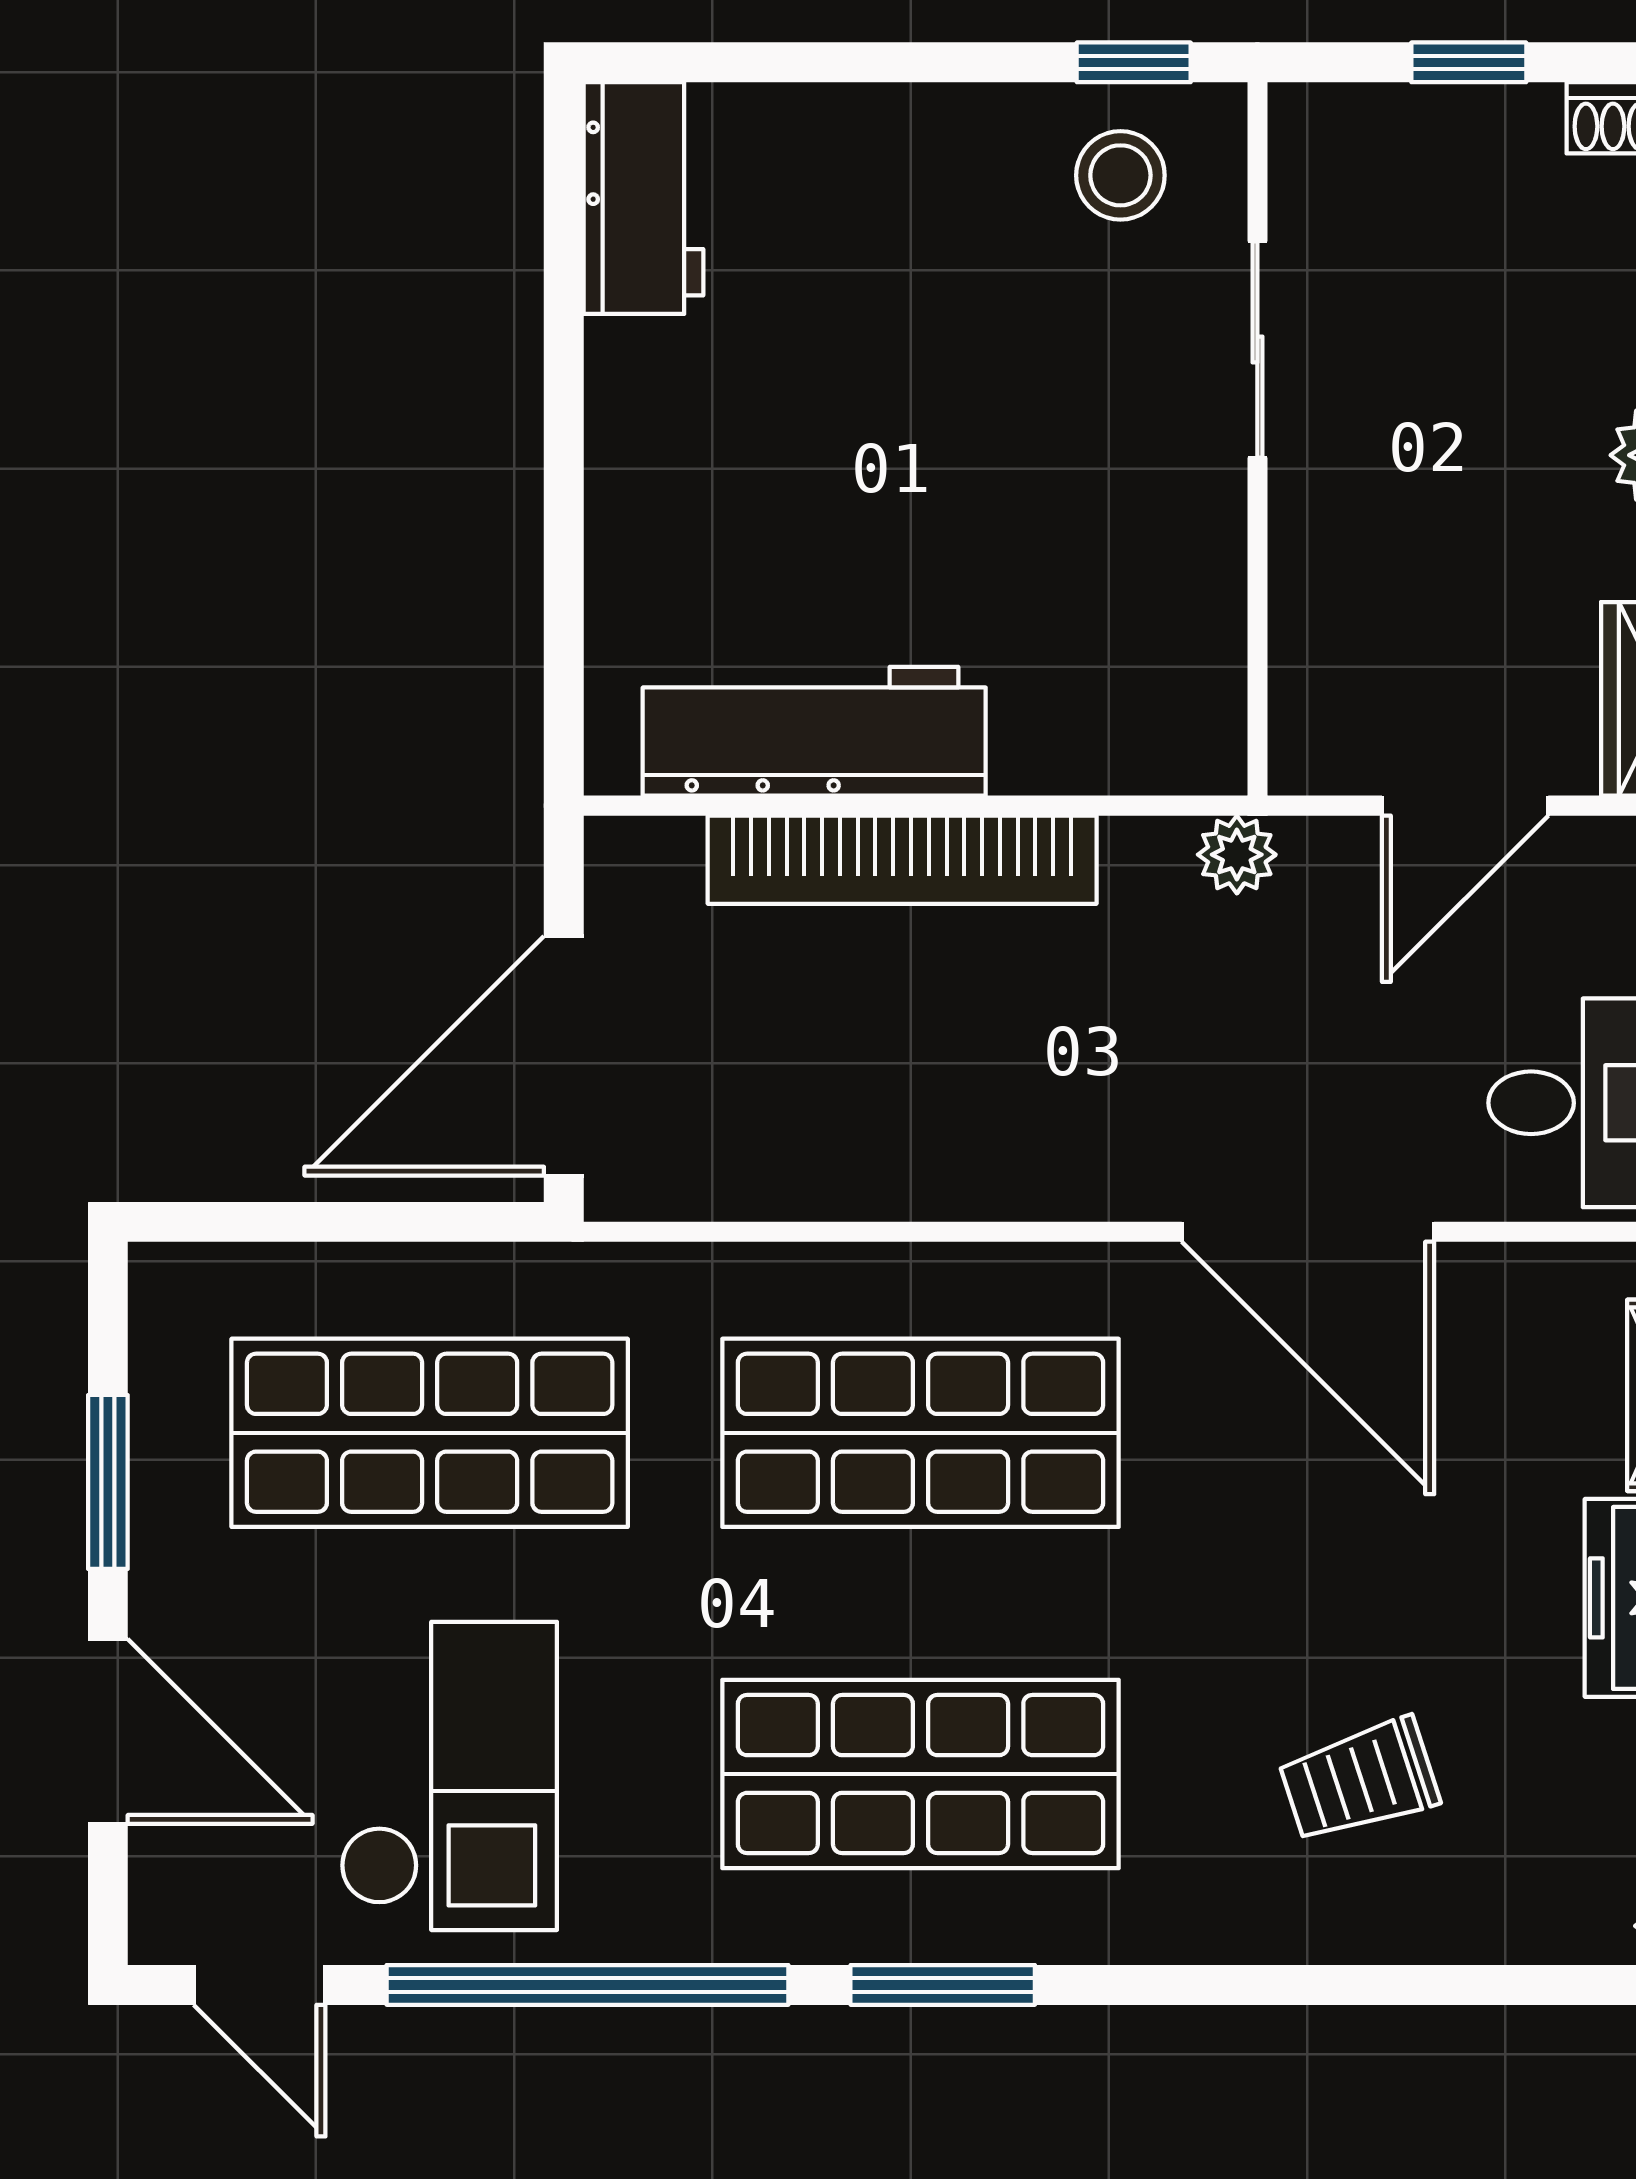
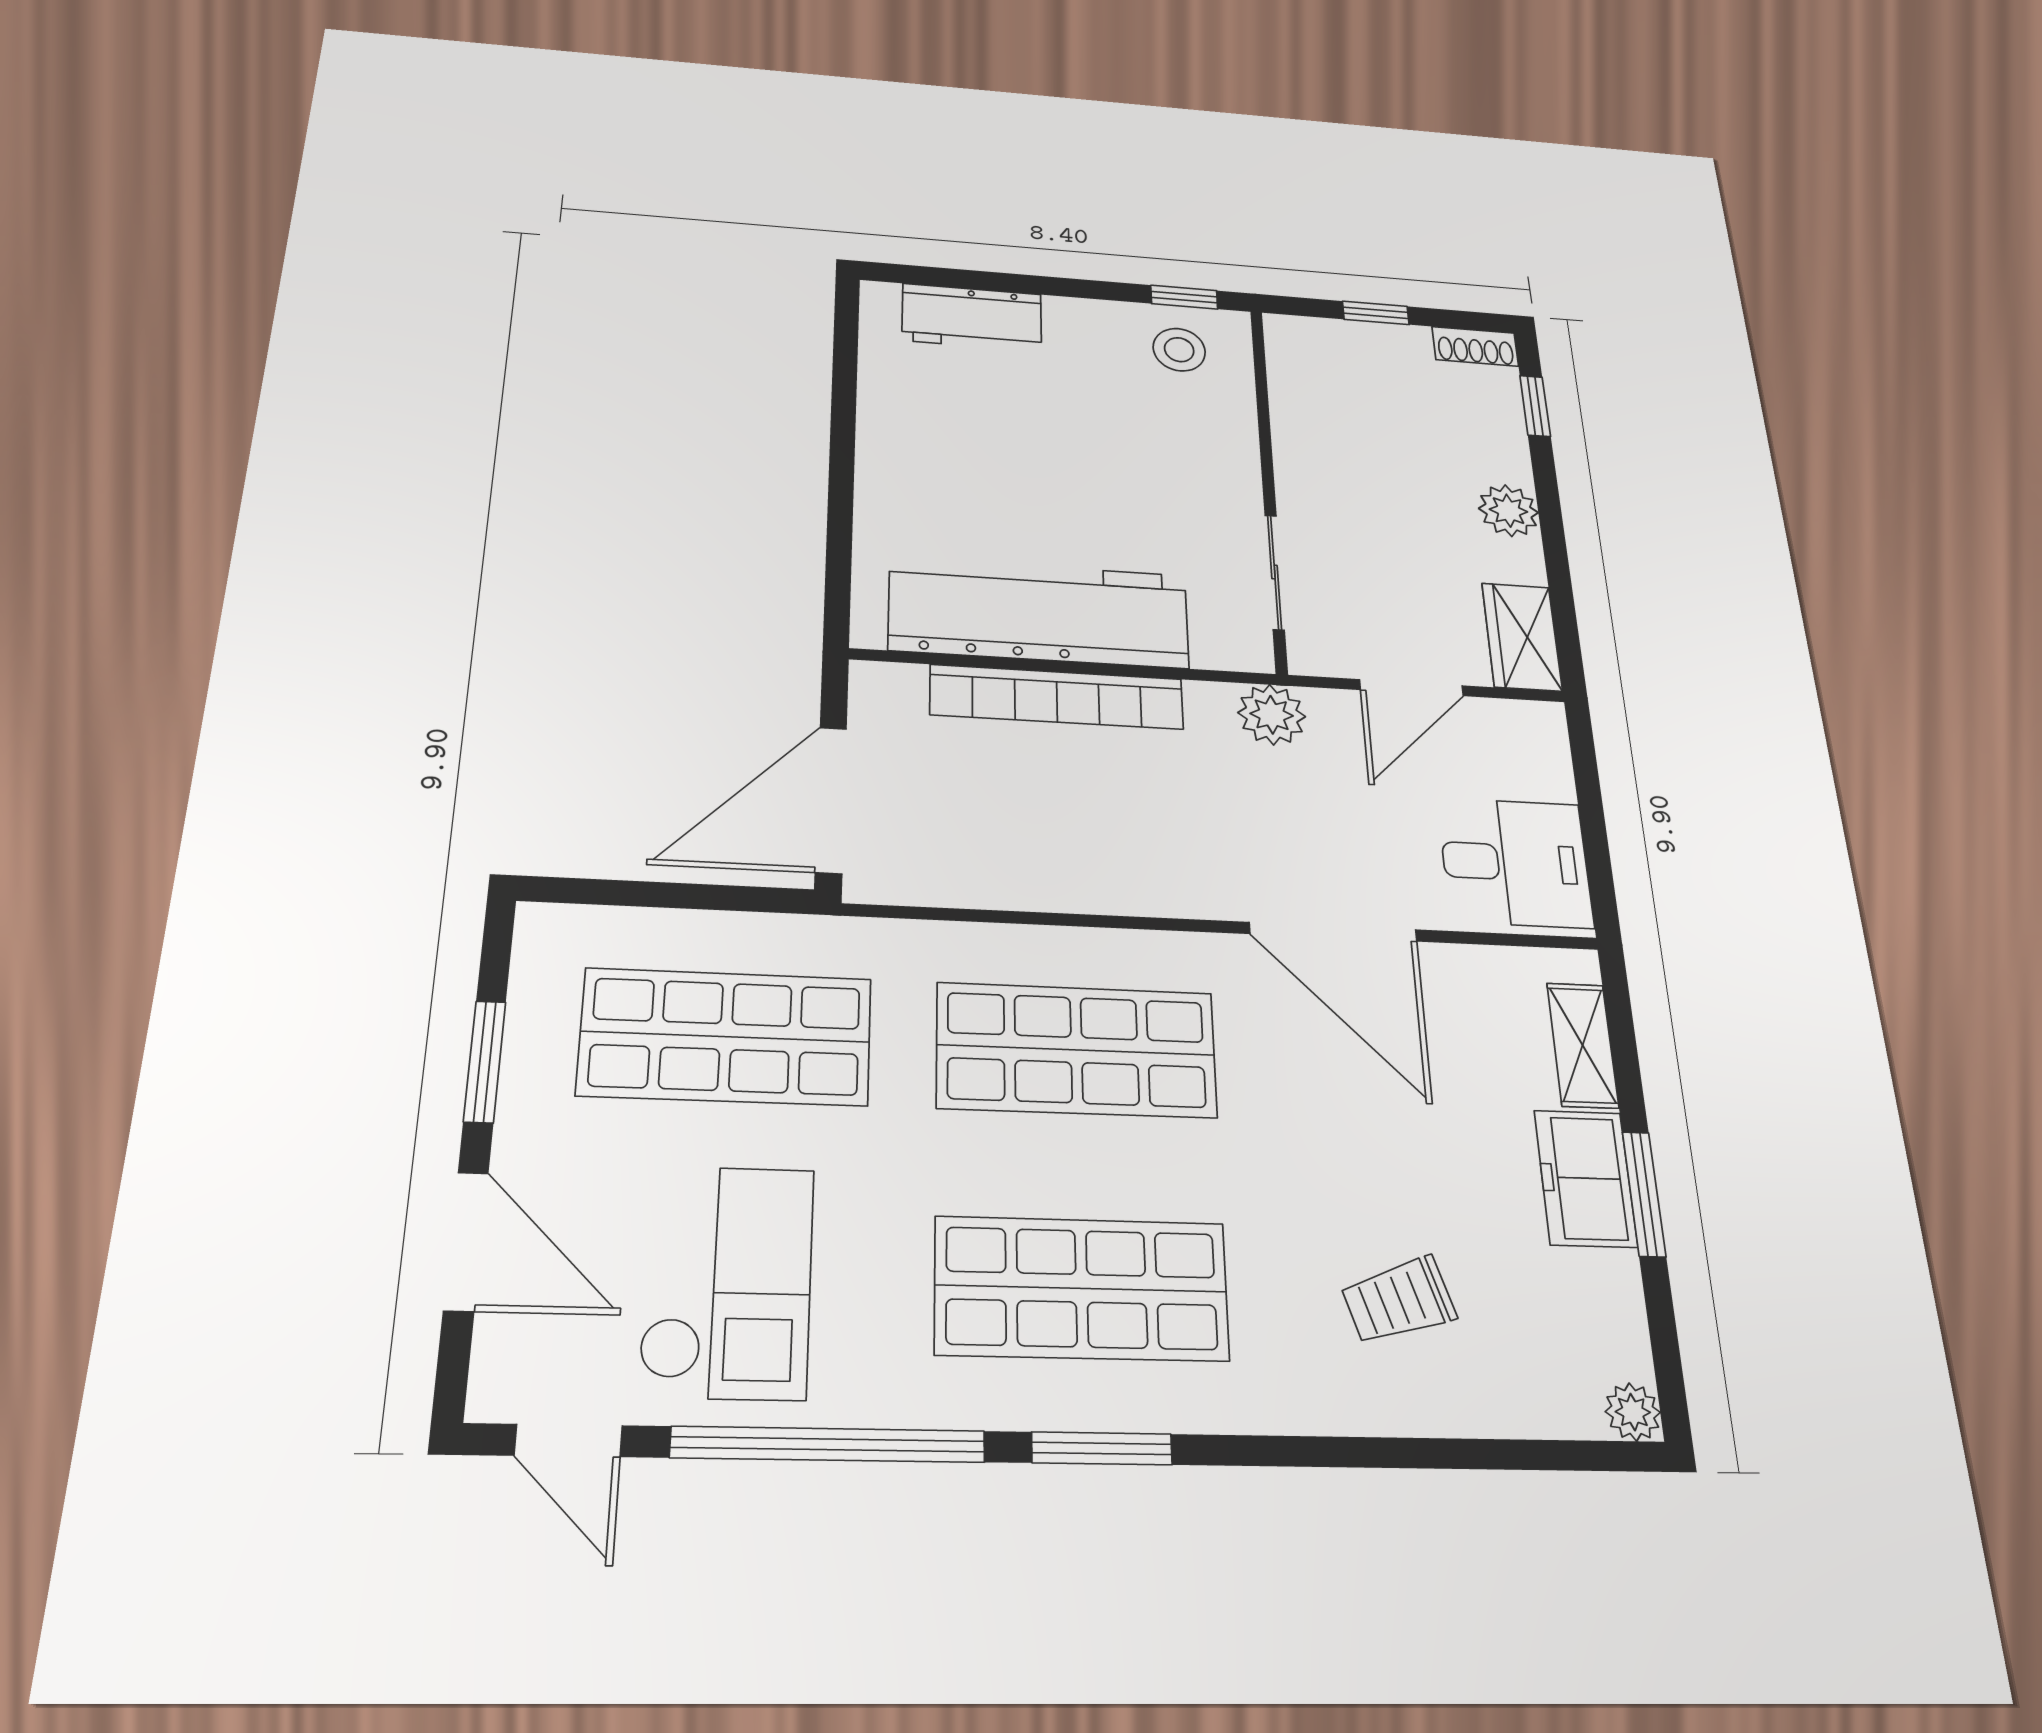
workbench: (643, 198) -> (972, 317), moved, turned 90
sliding door: (1257, 349) -> (1275, 572), moved
workbench: (814, 731) -> (1039, 613), width x1.36, depth x1.32
plant: (1237, 855) -> (1272, 715), width x1.38, depth x1.38

